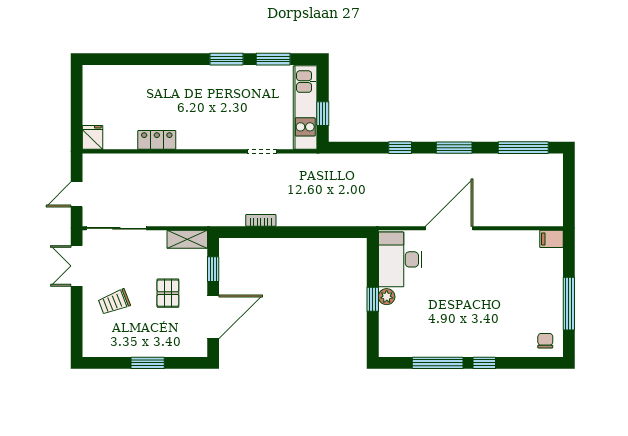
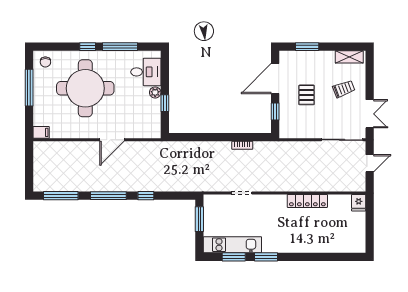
kitchen unit: (305, 108) -> (232, 245), moved, turned -90
window: (323, 114) -> (199, 219), width x1.50
locker: (157, 140) -> (307, 201), width x1.53
window: (454, 148) -> (108, 196), width x1.44
door: (449, 228) -> (112, 140), width x0.73
shelving: (187, 239) -> (349, 57), moved
desk: (400, 259) -> (146, 72), moved, width x0.73
window: (373, 299) -> (165, 103), moved
round table: (488, 303) -> (85, 88), added
window: (148, 363) -> (307, 47), moved

